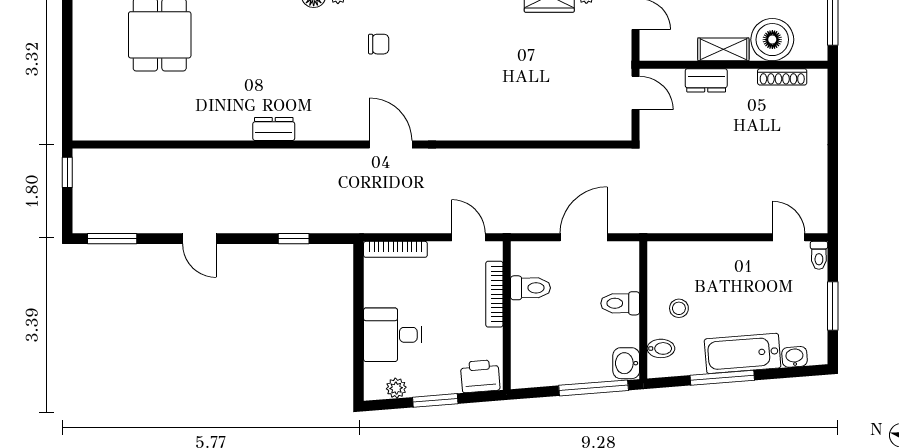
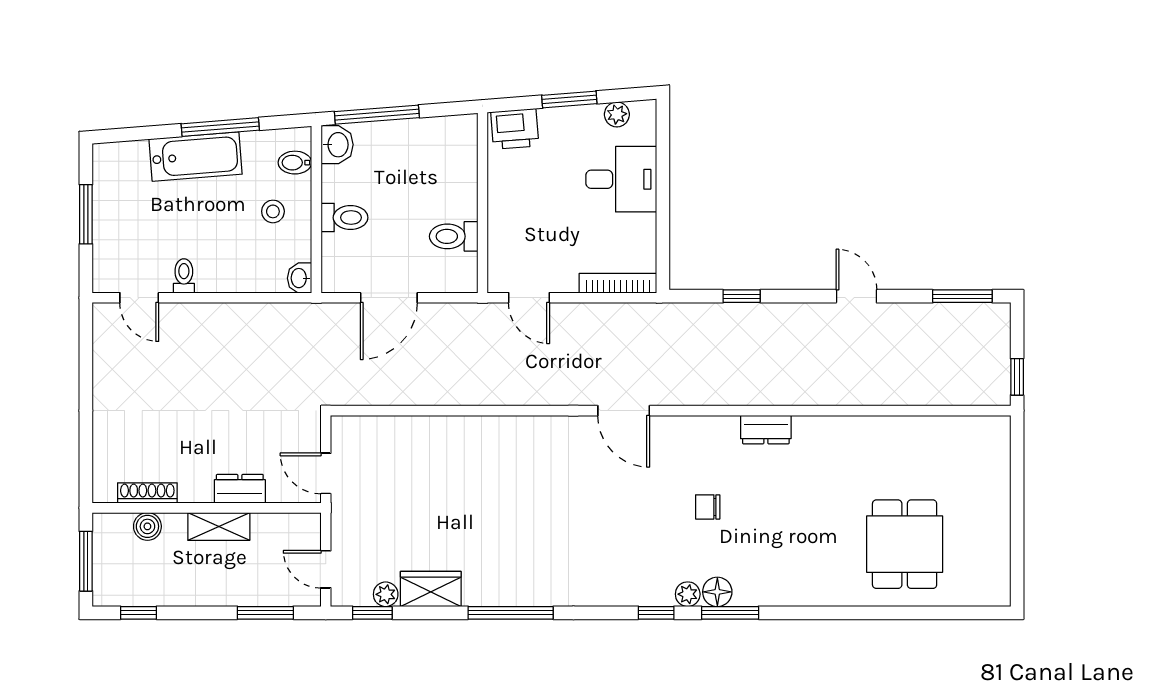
boiler: (772, 40) -> (147, 526), width x0.54, depth x0.54
chair: (379, 44) -> (708, 507), moved
toilet: (819, 255) -> (184, 276), moved
bookcase: (494, 294) -> (497, 229), removed
washbasin: (795, 357) -> (299, 278), moved, turned 95

